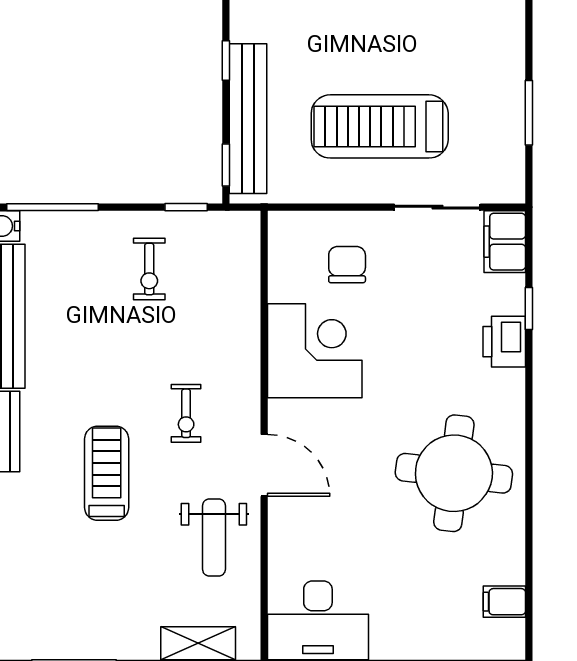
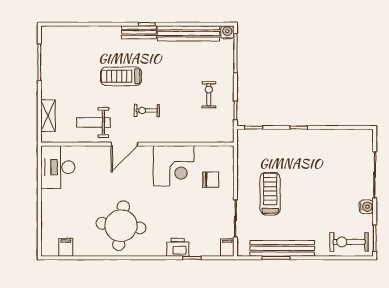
bench: (248, 119) -> (282, 248), moved
treadmill: (380, 126) -> (270, 194), width x0.73, depth x0.73
filing cabinet: (505, 242) -> (227, 247), width x0.50
exercise bike: (149, 269) -> (209, 95), turned 90
treadmill: (107, 473) -> (121, 76), turned 180

